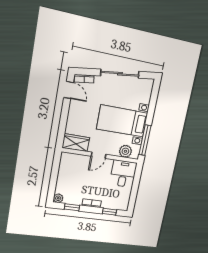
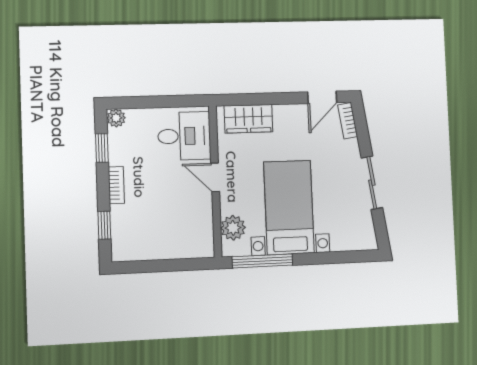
sliding door: (120, 74) -> (372, 183), width x0.73
wardrobe: (76, 143) -> (248, 119), moved, turned 90
desk: (123, 174) -> (184, 136), moved

